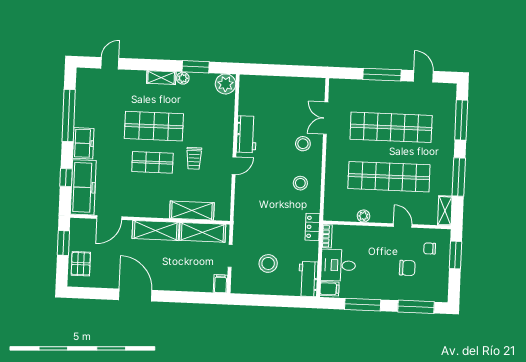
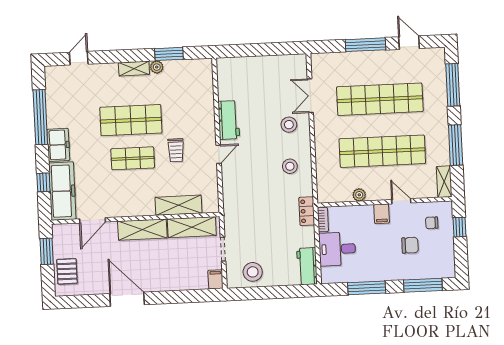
plant: (226, 84) -> (202, 69), removed
window: (456, 255) -> (459, 227), width x0.67
stool: (268, 263) -> (253, 272), moved
filing cabinet: (329, 289) -> (382, 214), moved, turned 90

